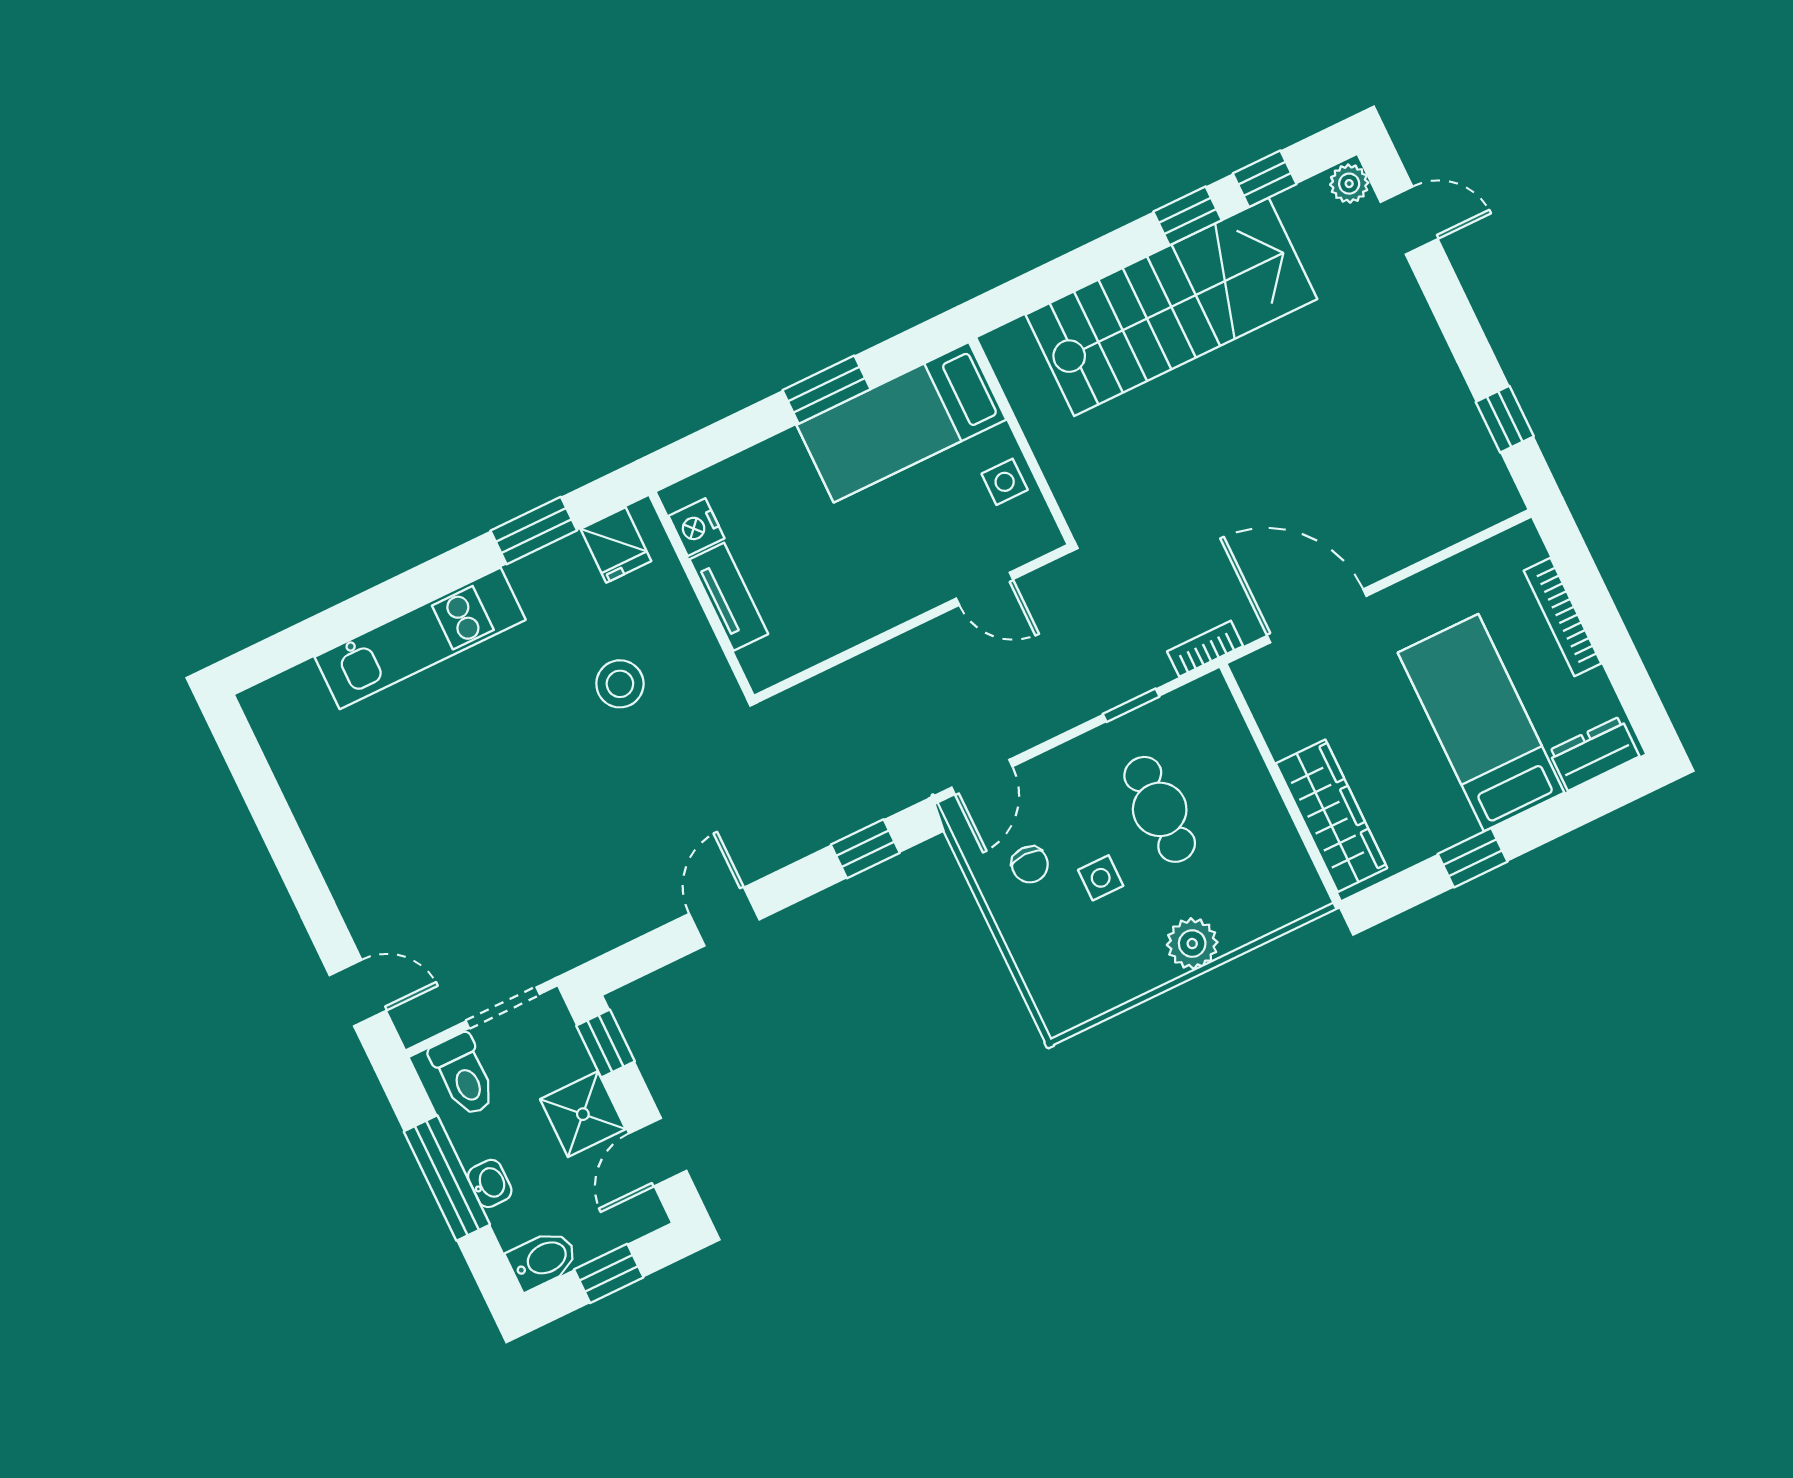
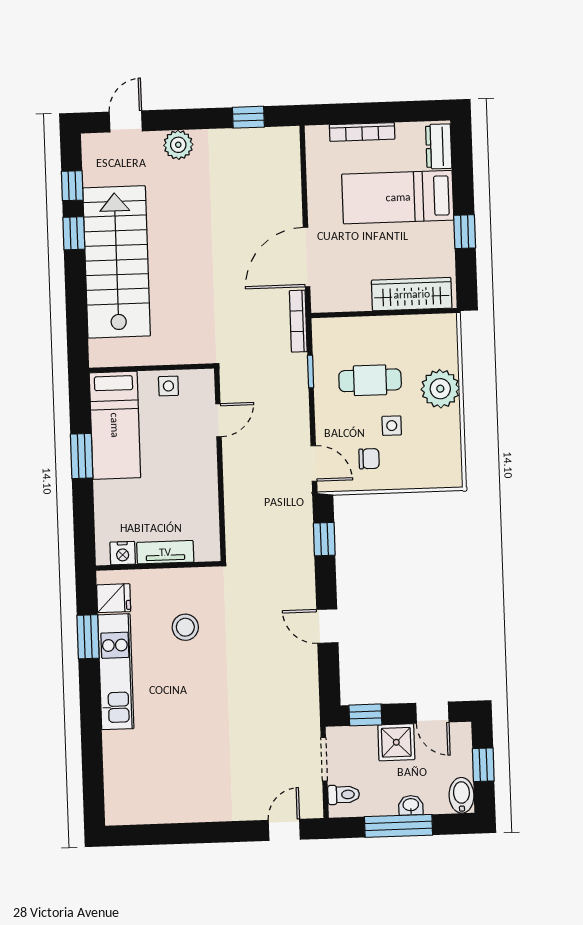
plant: (1349, 184) -> (178, 145), moved, width x1.38, depth x1.38
kitchen unit: (420, 638) -> (116, 672), moved
bookcase: (1205, 649) -> (298, 321), width x1.56
plant: (1192, 944) -> (440, 389), width x1.36, depth x1.36
toilet: (463, 1075) -> (344, 795), width x0.73, depth x0.72

